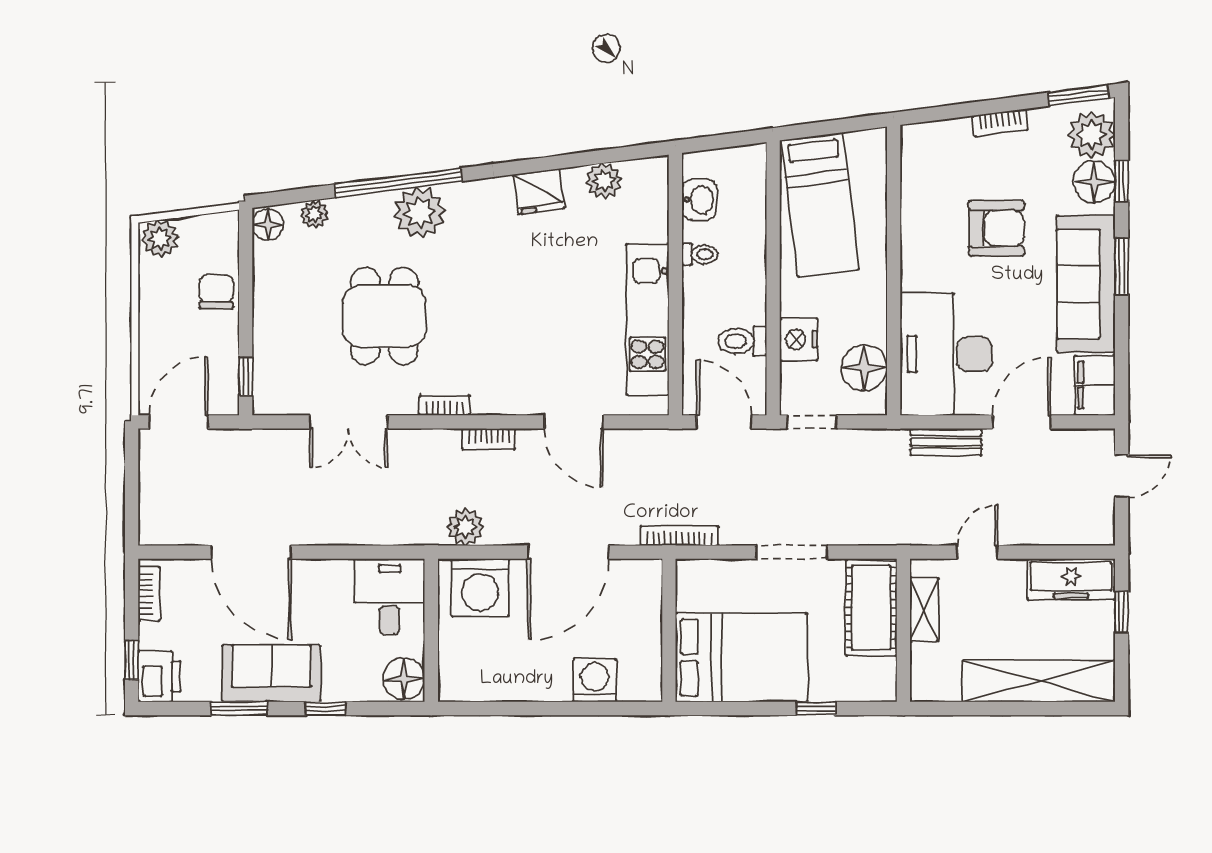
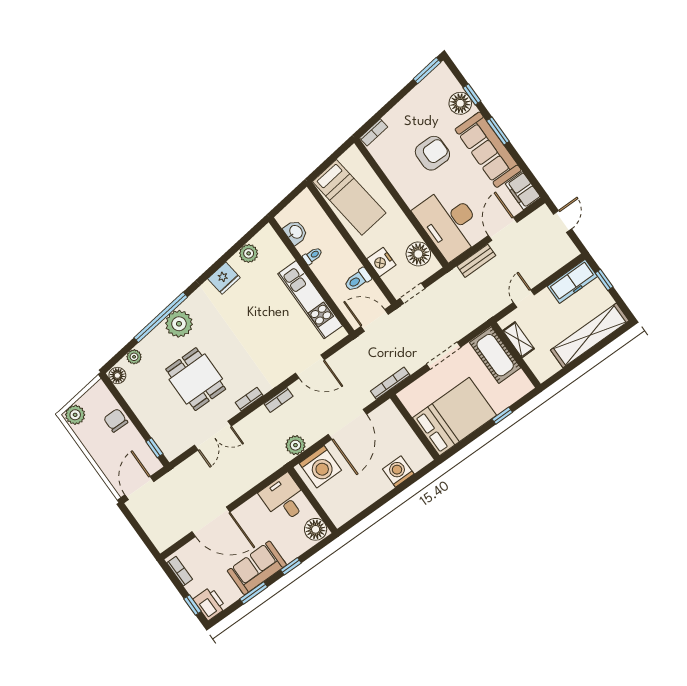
bookcase: (1000, 123) -> (374, 132), moved
plant: (1091, 135) -> (445, 84), removed

